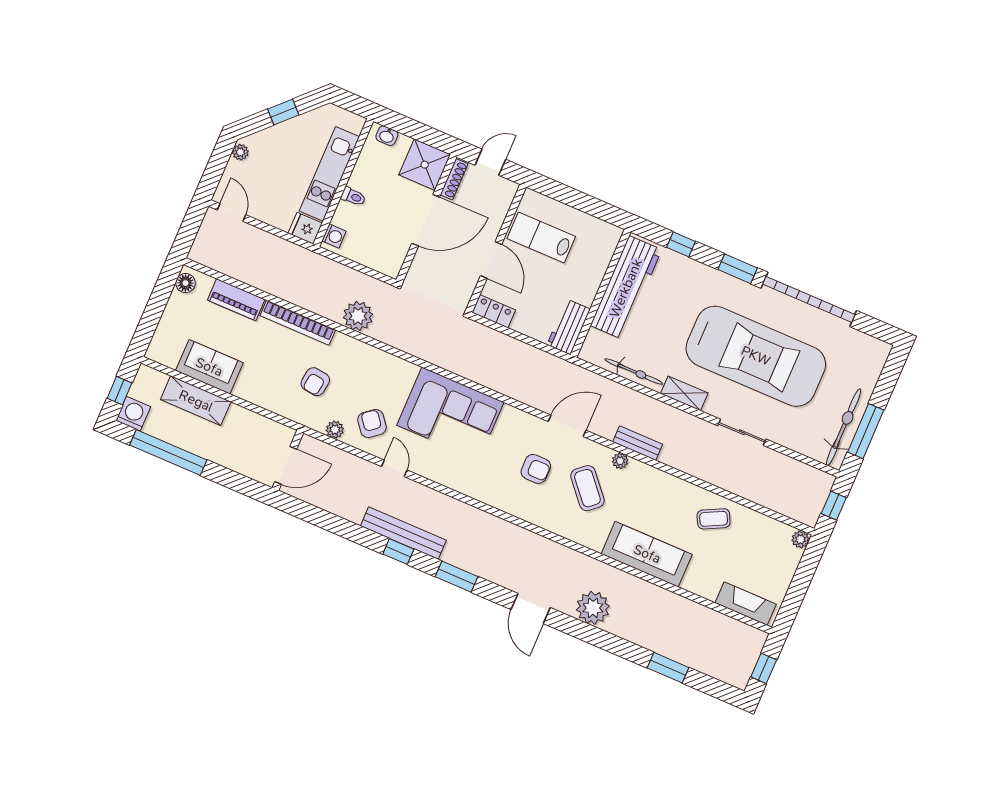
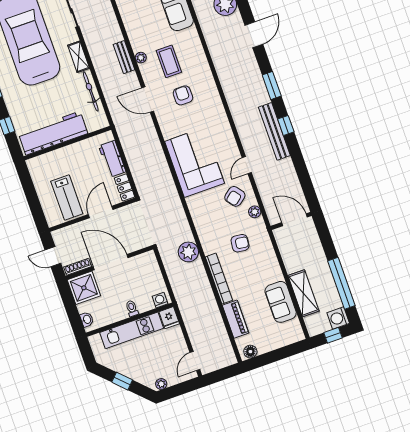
workbench: (569, 327) -> (112, 159), moved, turned 90
coffee table: (587, 488) -> (169, 61), turned -49

